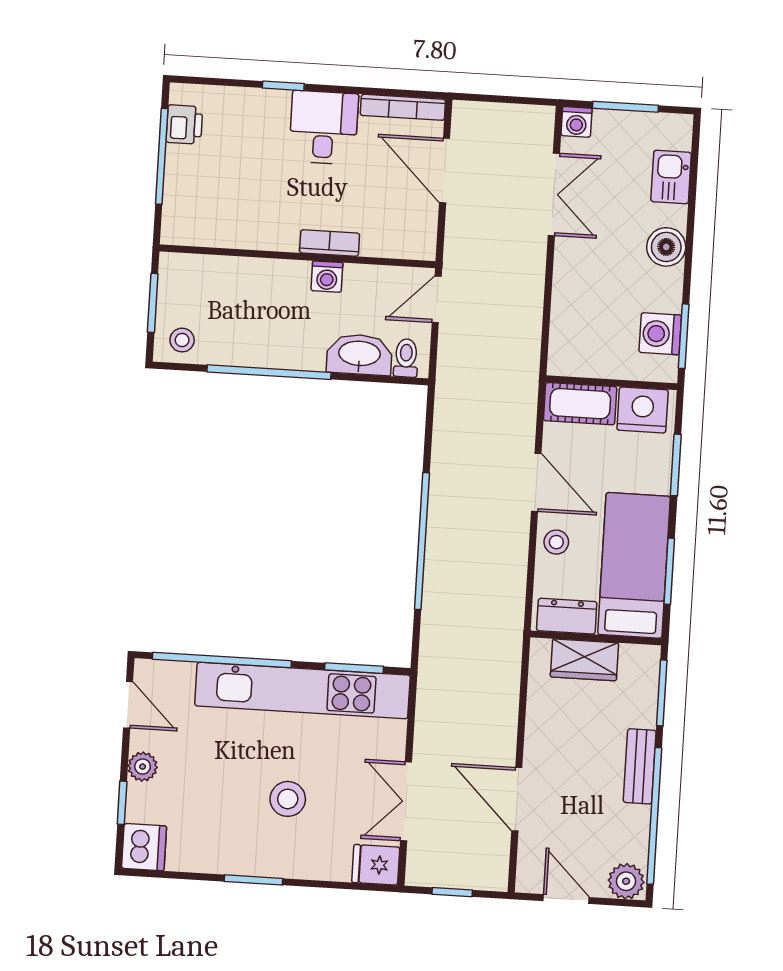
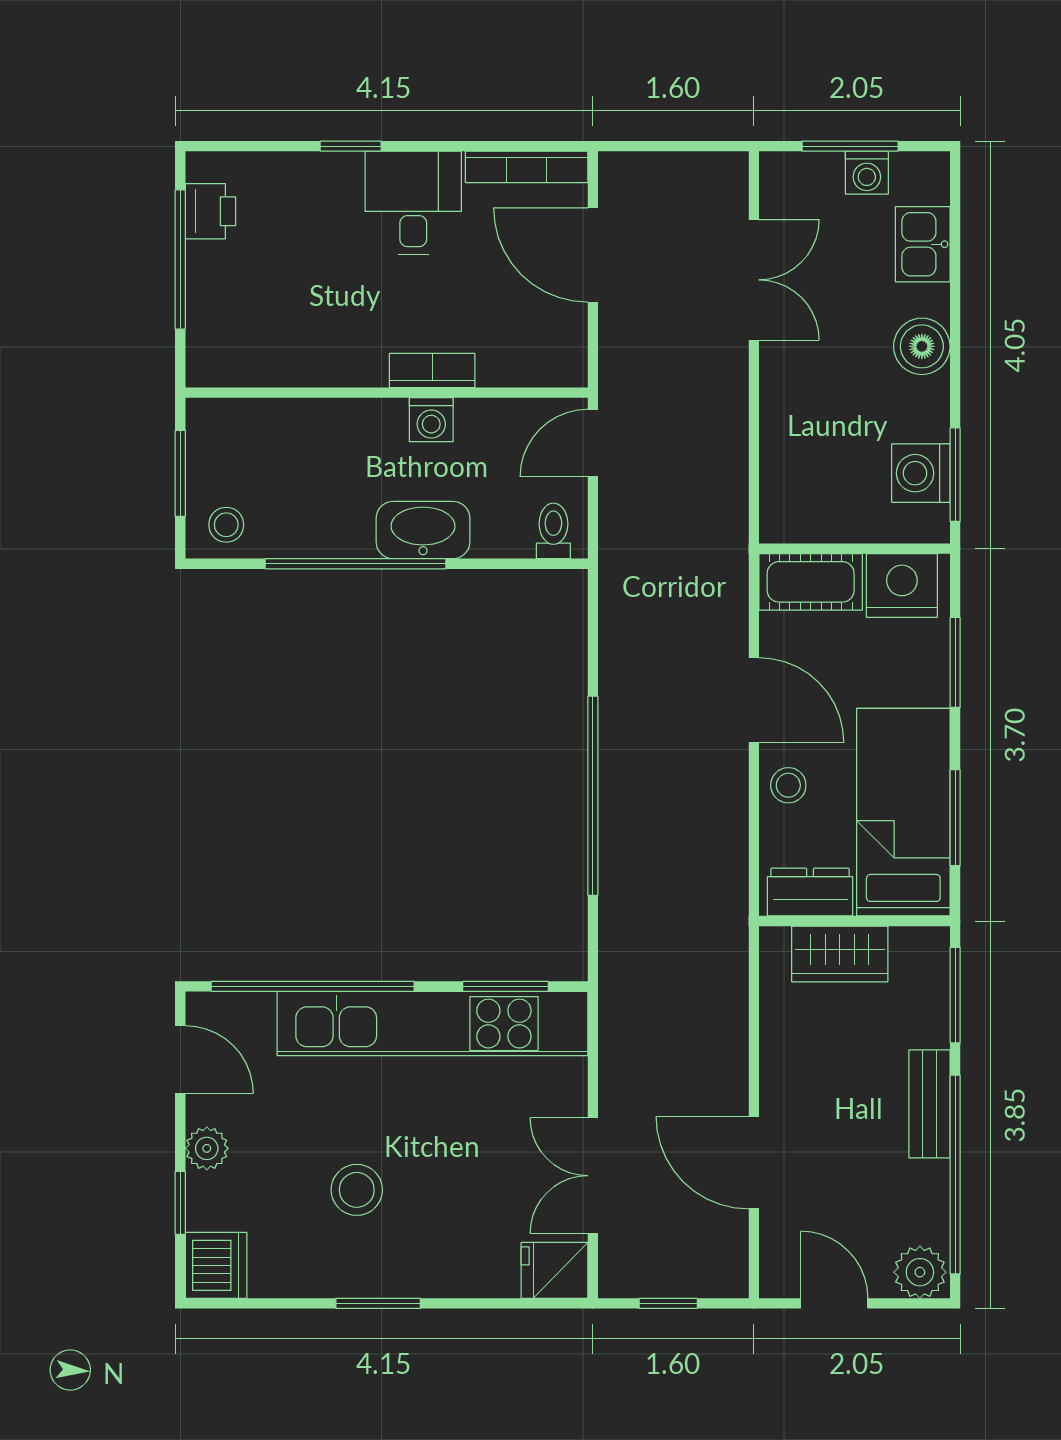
washing machine: (576, 122) -> (867, 173), moved
washbasin: (359, 355) -> (423, 530), moved
stool: (288, 799) -> (357, 1190), moved

